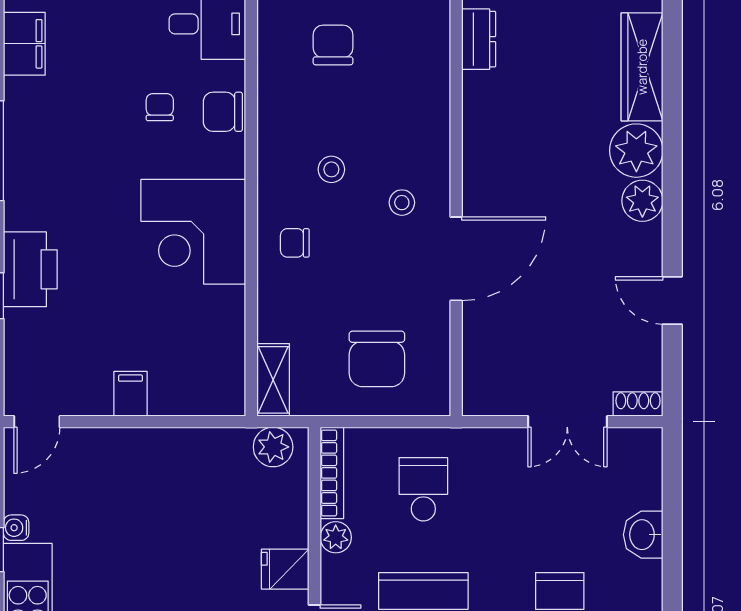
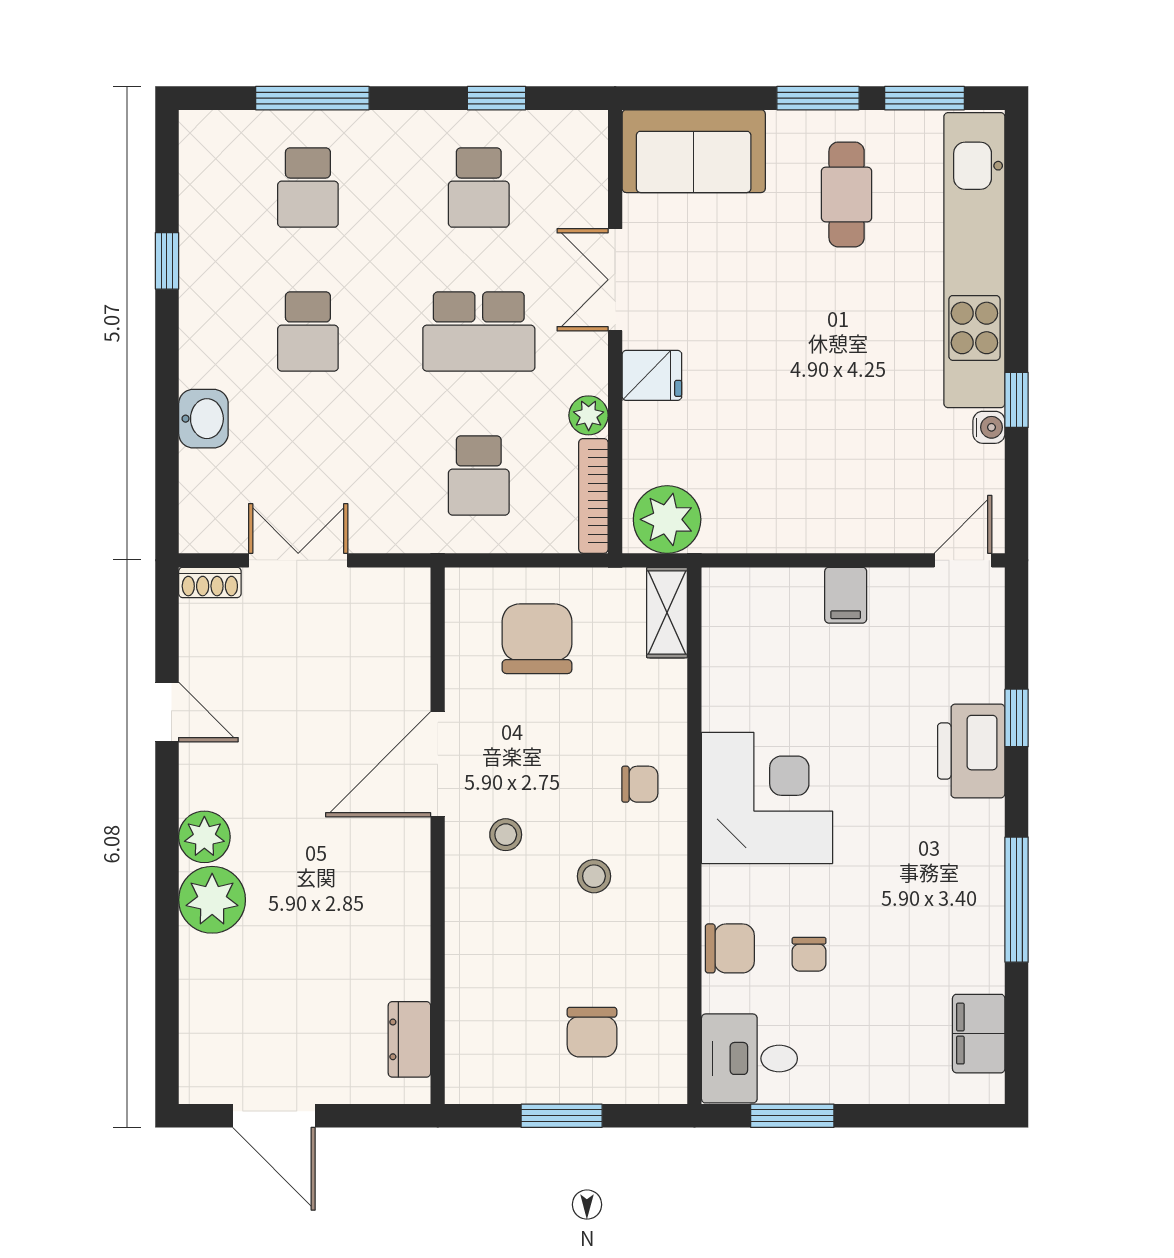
wardrobe: (642, 67) -> (205, 1005), removed
plant: (273, 447) -> (667, 519), width x1.36, depth x1.36

